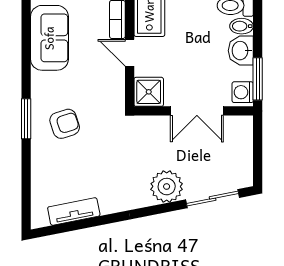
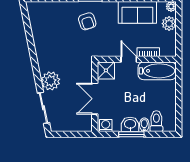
door: (130, 53) -> (129, 59), hinge flipped
window: (258, 79) -> (131, 134), moved
tv unit: (74, 211) -> (36, 27), removed

